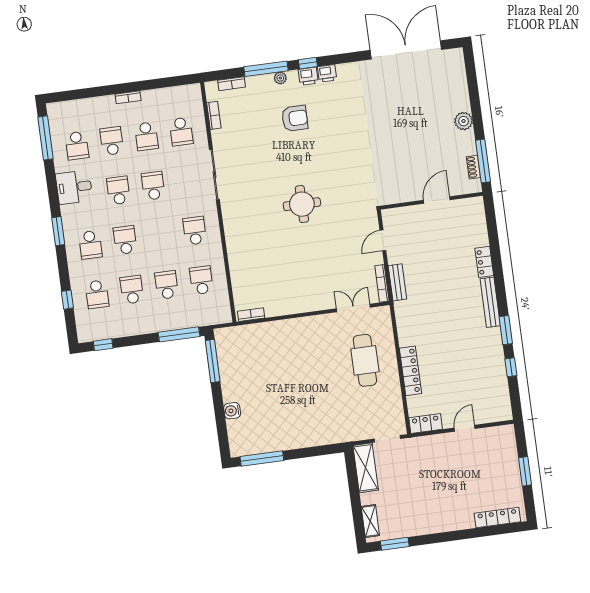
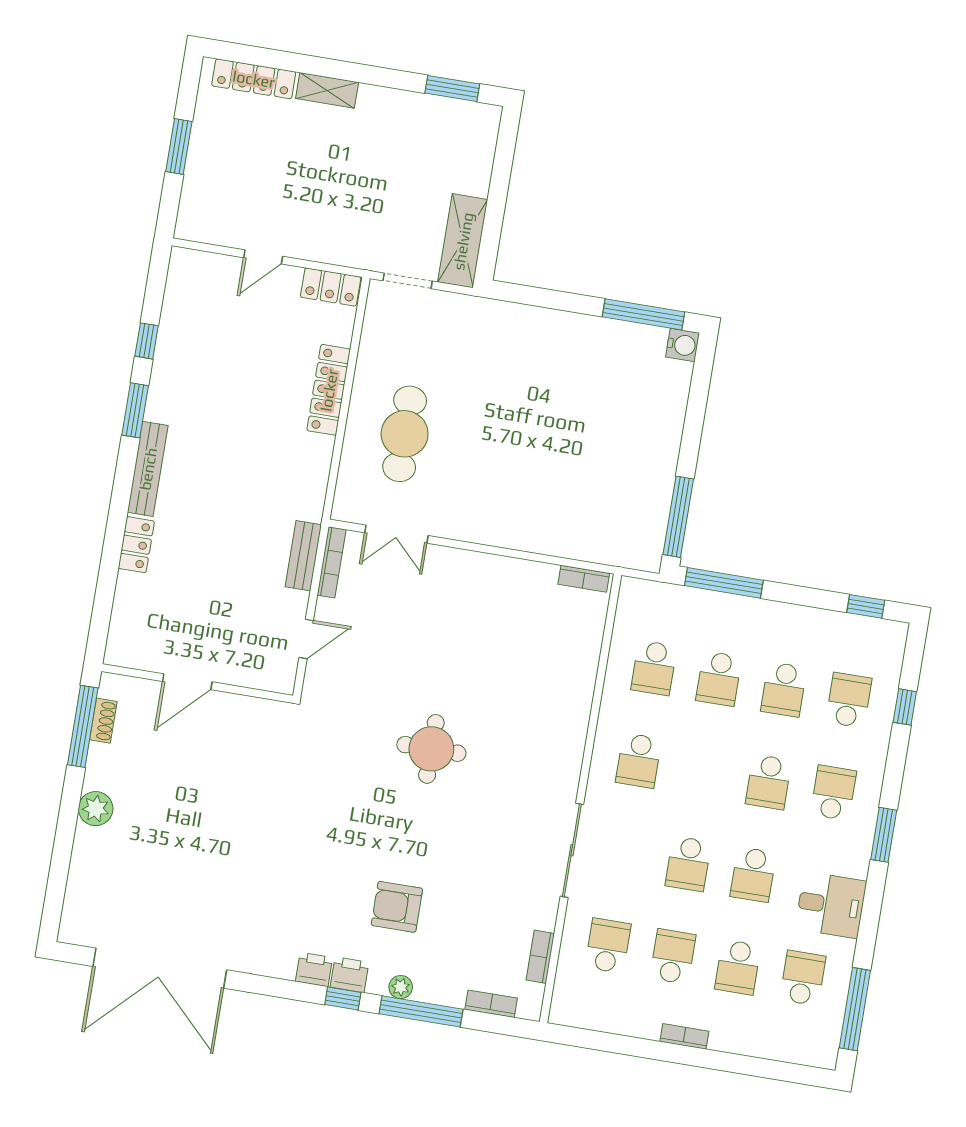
water cooler: (232, 411) -> (683, 345), moved
shelving: (370, 521) -> (327, 90), moved, turned 90

